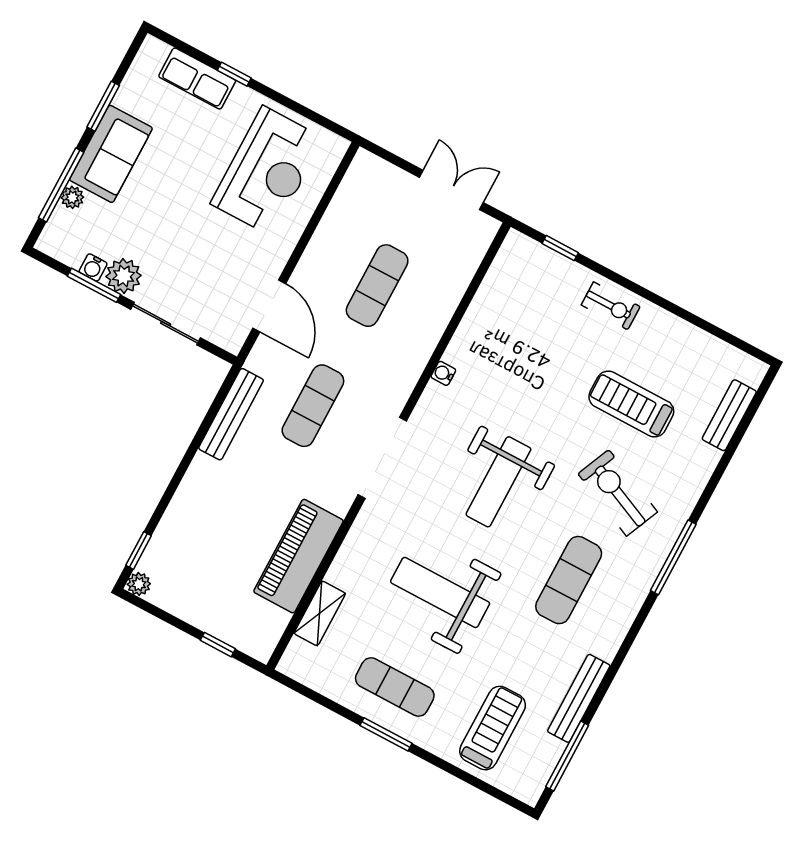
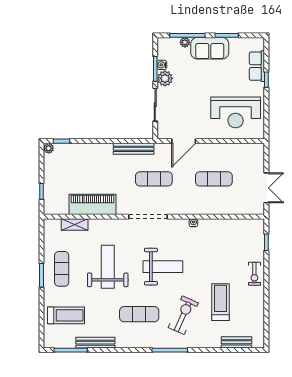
weight bench: (498, 482) -> (163, 267), turned 180

